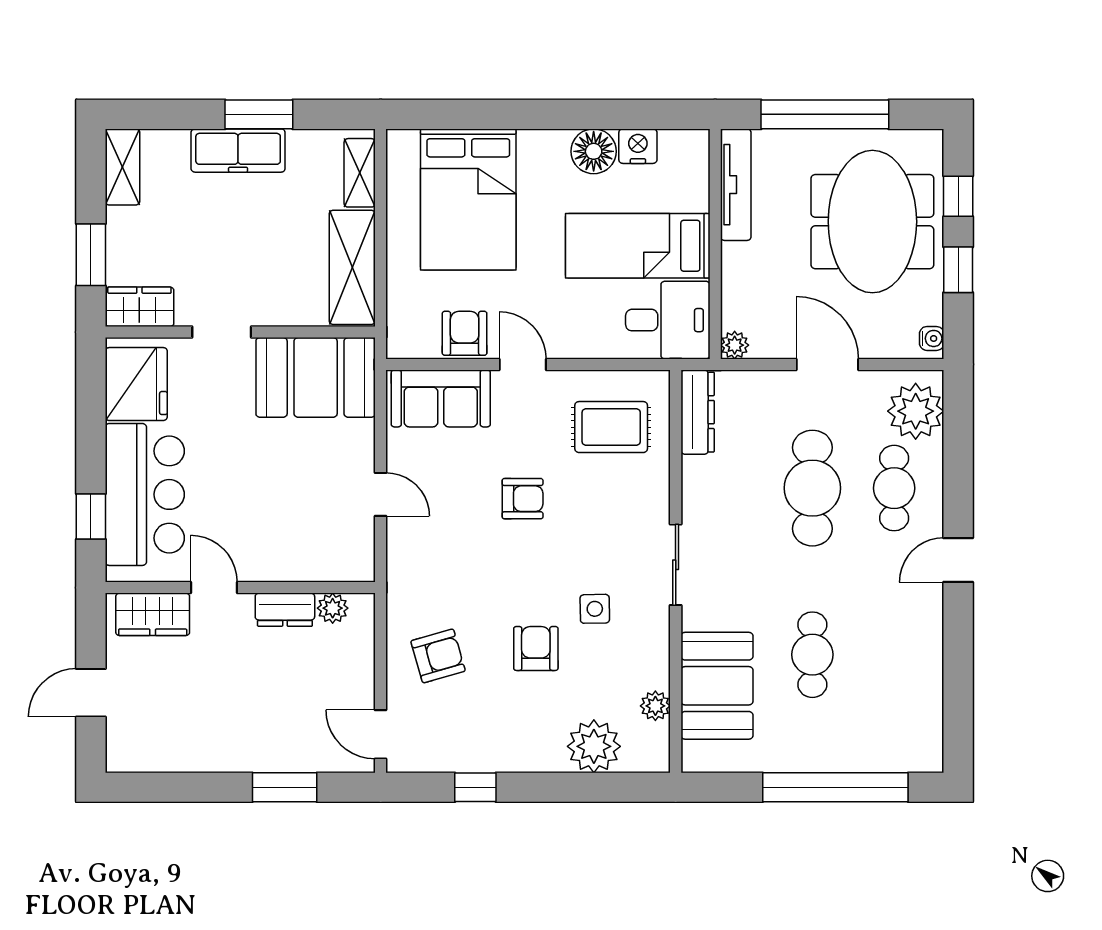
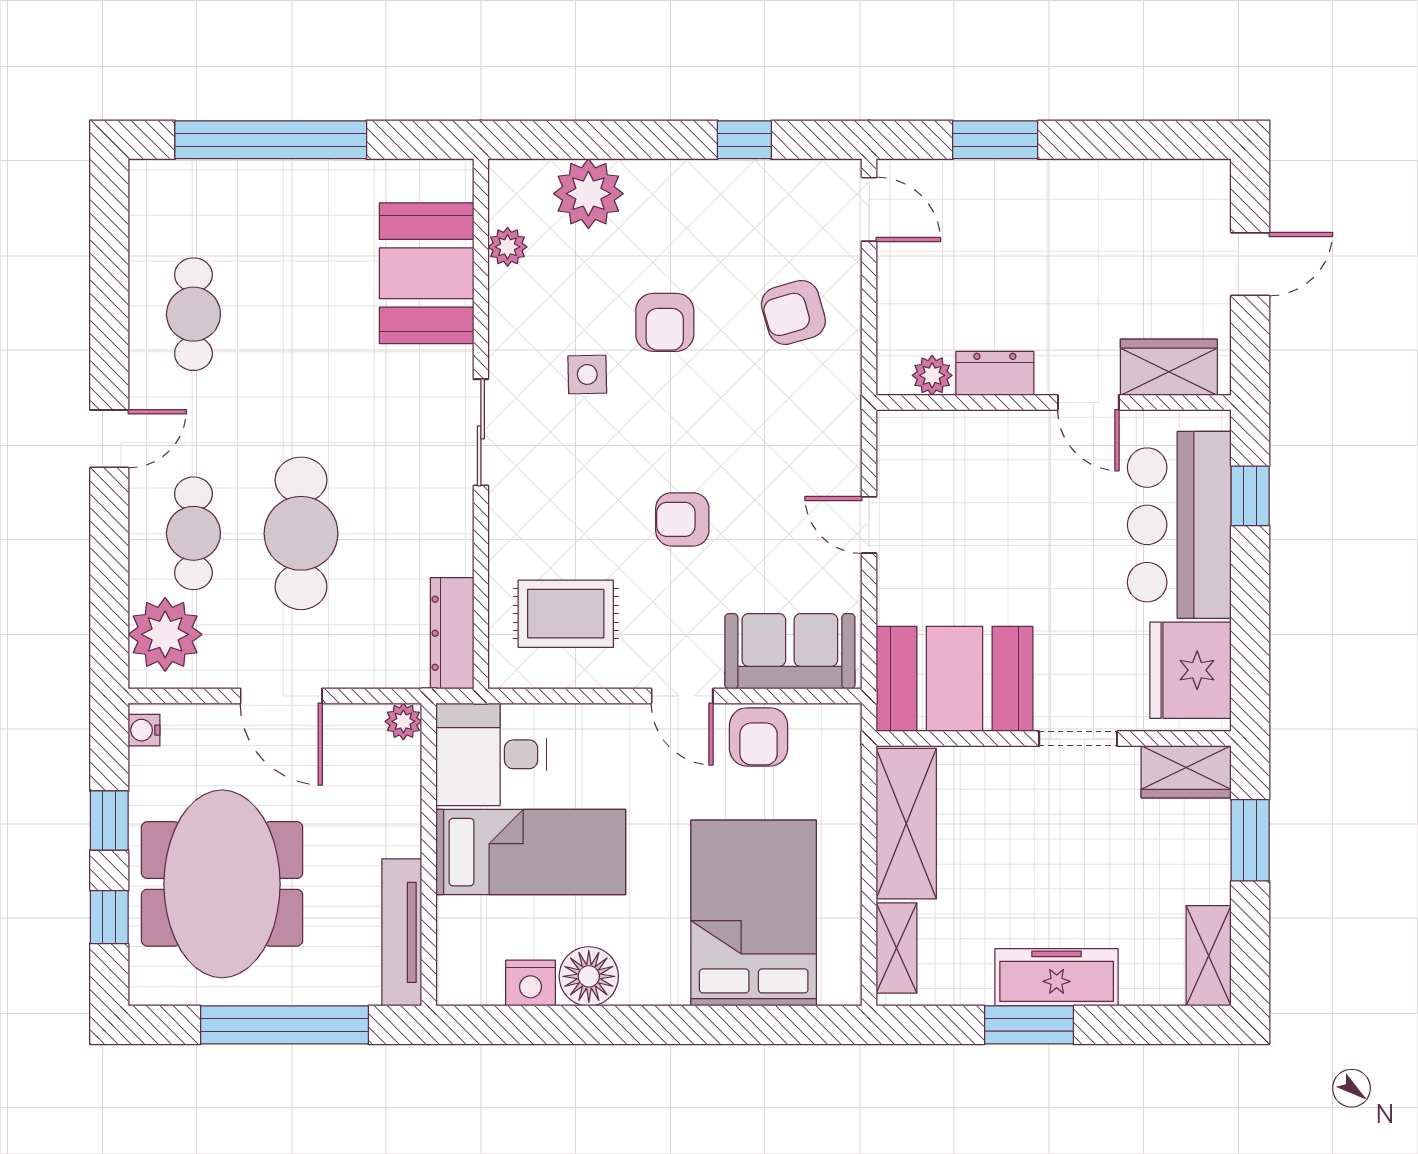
cafe table: (812, 655) -> (193, 314), moved

